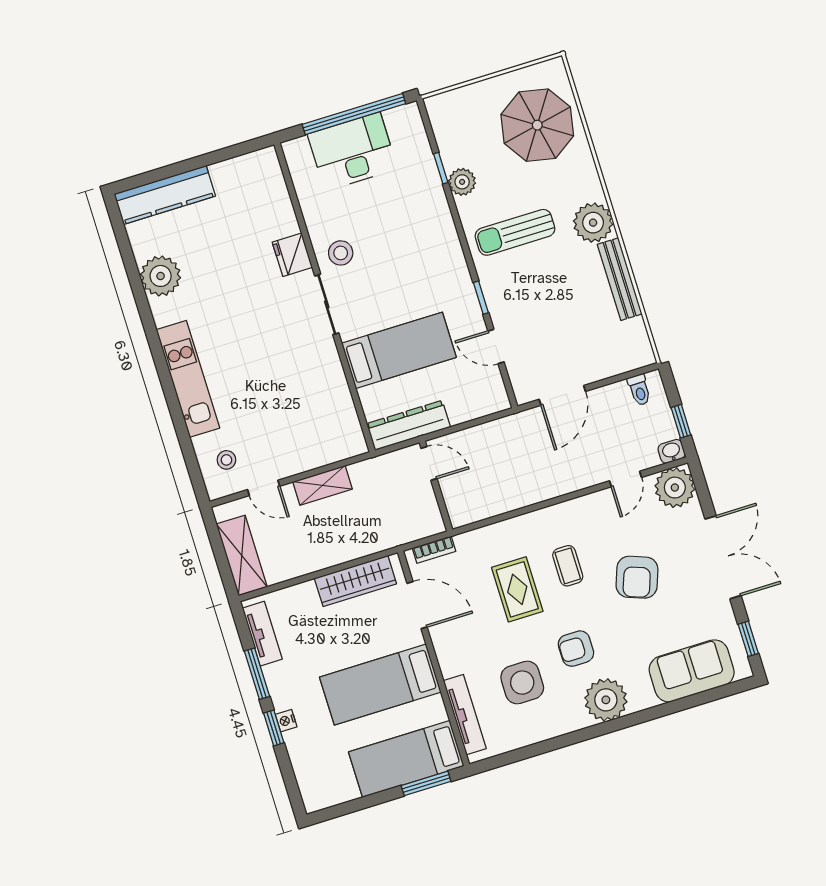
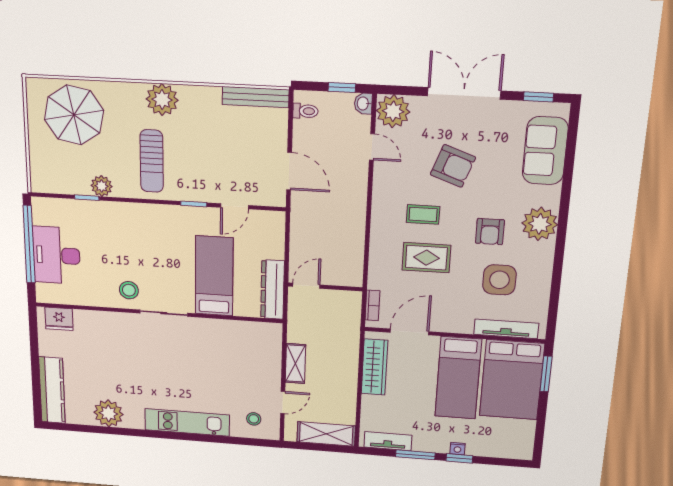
fridge: (292, 255) -> (59, 319), moved
bench: (620, 279) -> (256, 97), moved
bed: (406, 759) -> (512, 380), width x1.50

